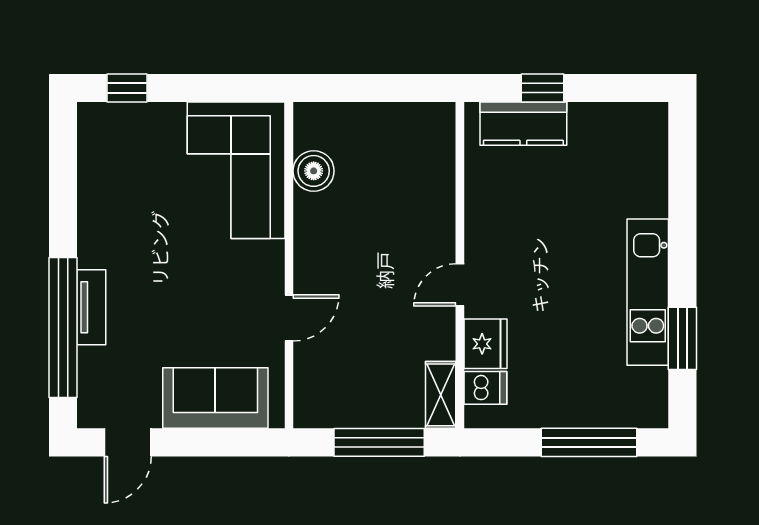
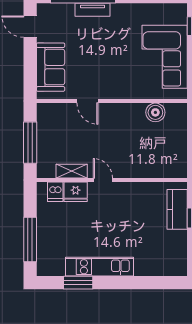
corner sofa: (236, 170) -> (165, 57), moved, turned -90
shelving: (441, 395) -> (72, 171), moved

